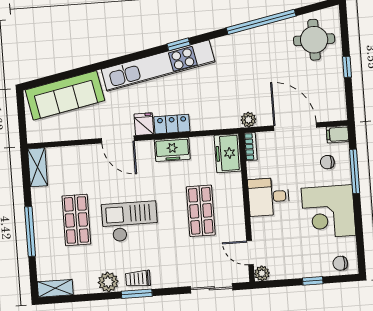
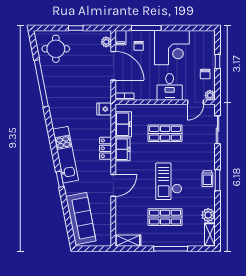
window: (179, 44) -> (60, 179), moved
kitchen unit: (158, 66) -> (66, 155), width x0.73
plant: (248, 120) -> (106, 42), moved
fridge: (144, 124) -> (104, 109), moved
door: (295, 127) -> (113, 66), swing flipped
freezer: (228, 153) -> (123, 124), moved, turned -90
desk: (269, 197) -> (170, 87), moved
chair: (340, 263) -> (205, 74), moved
plant: (108, 282) -> (208, 215), moved

